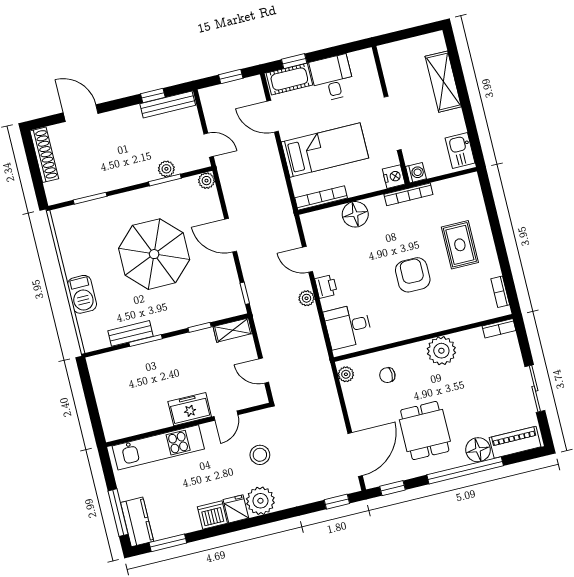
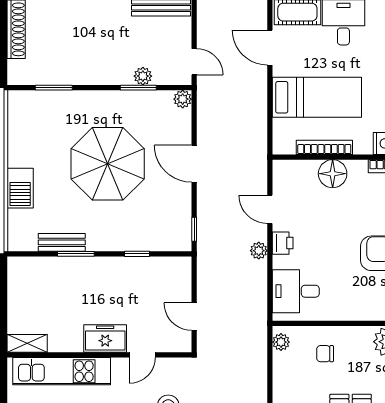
bookcase: (321, 198) -> (324, 147), moved
shelving: (233, 330) -> (27, 343), moved

